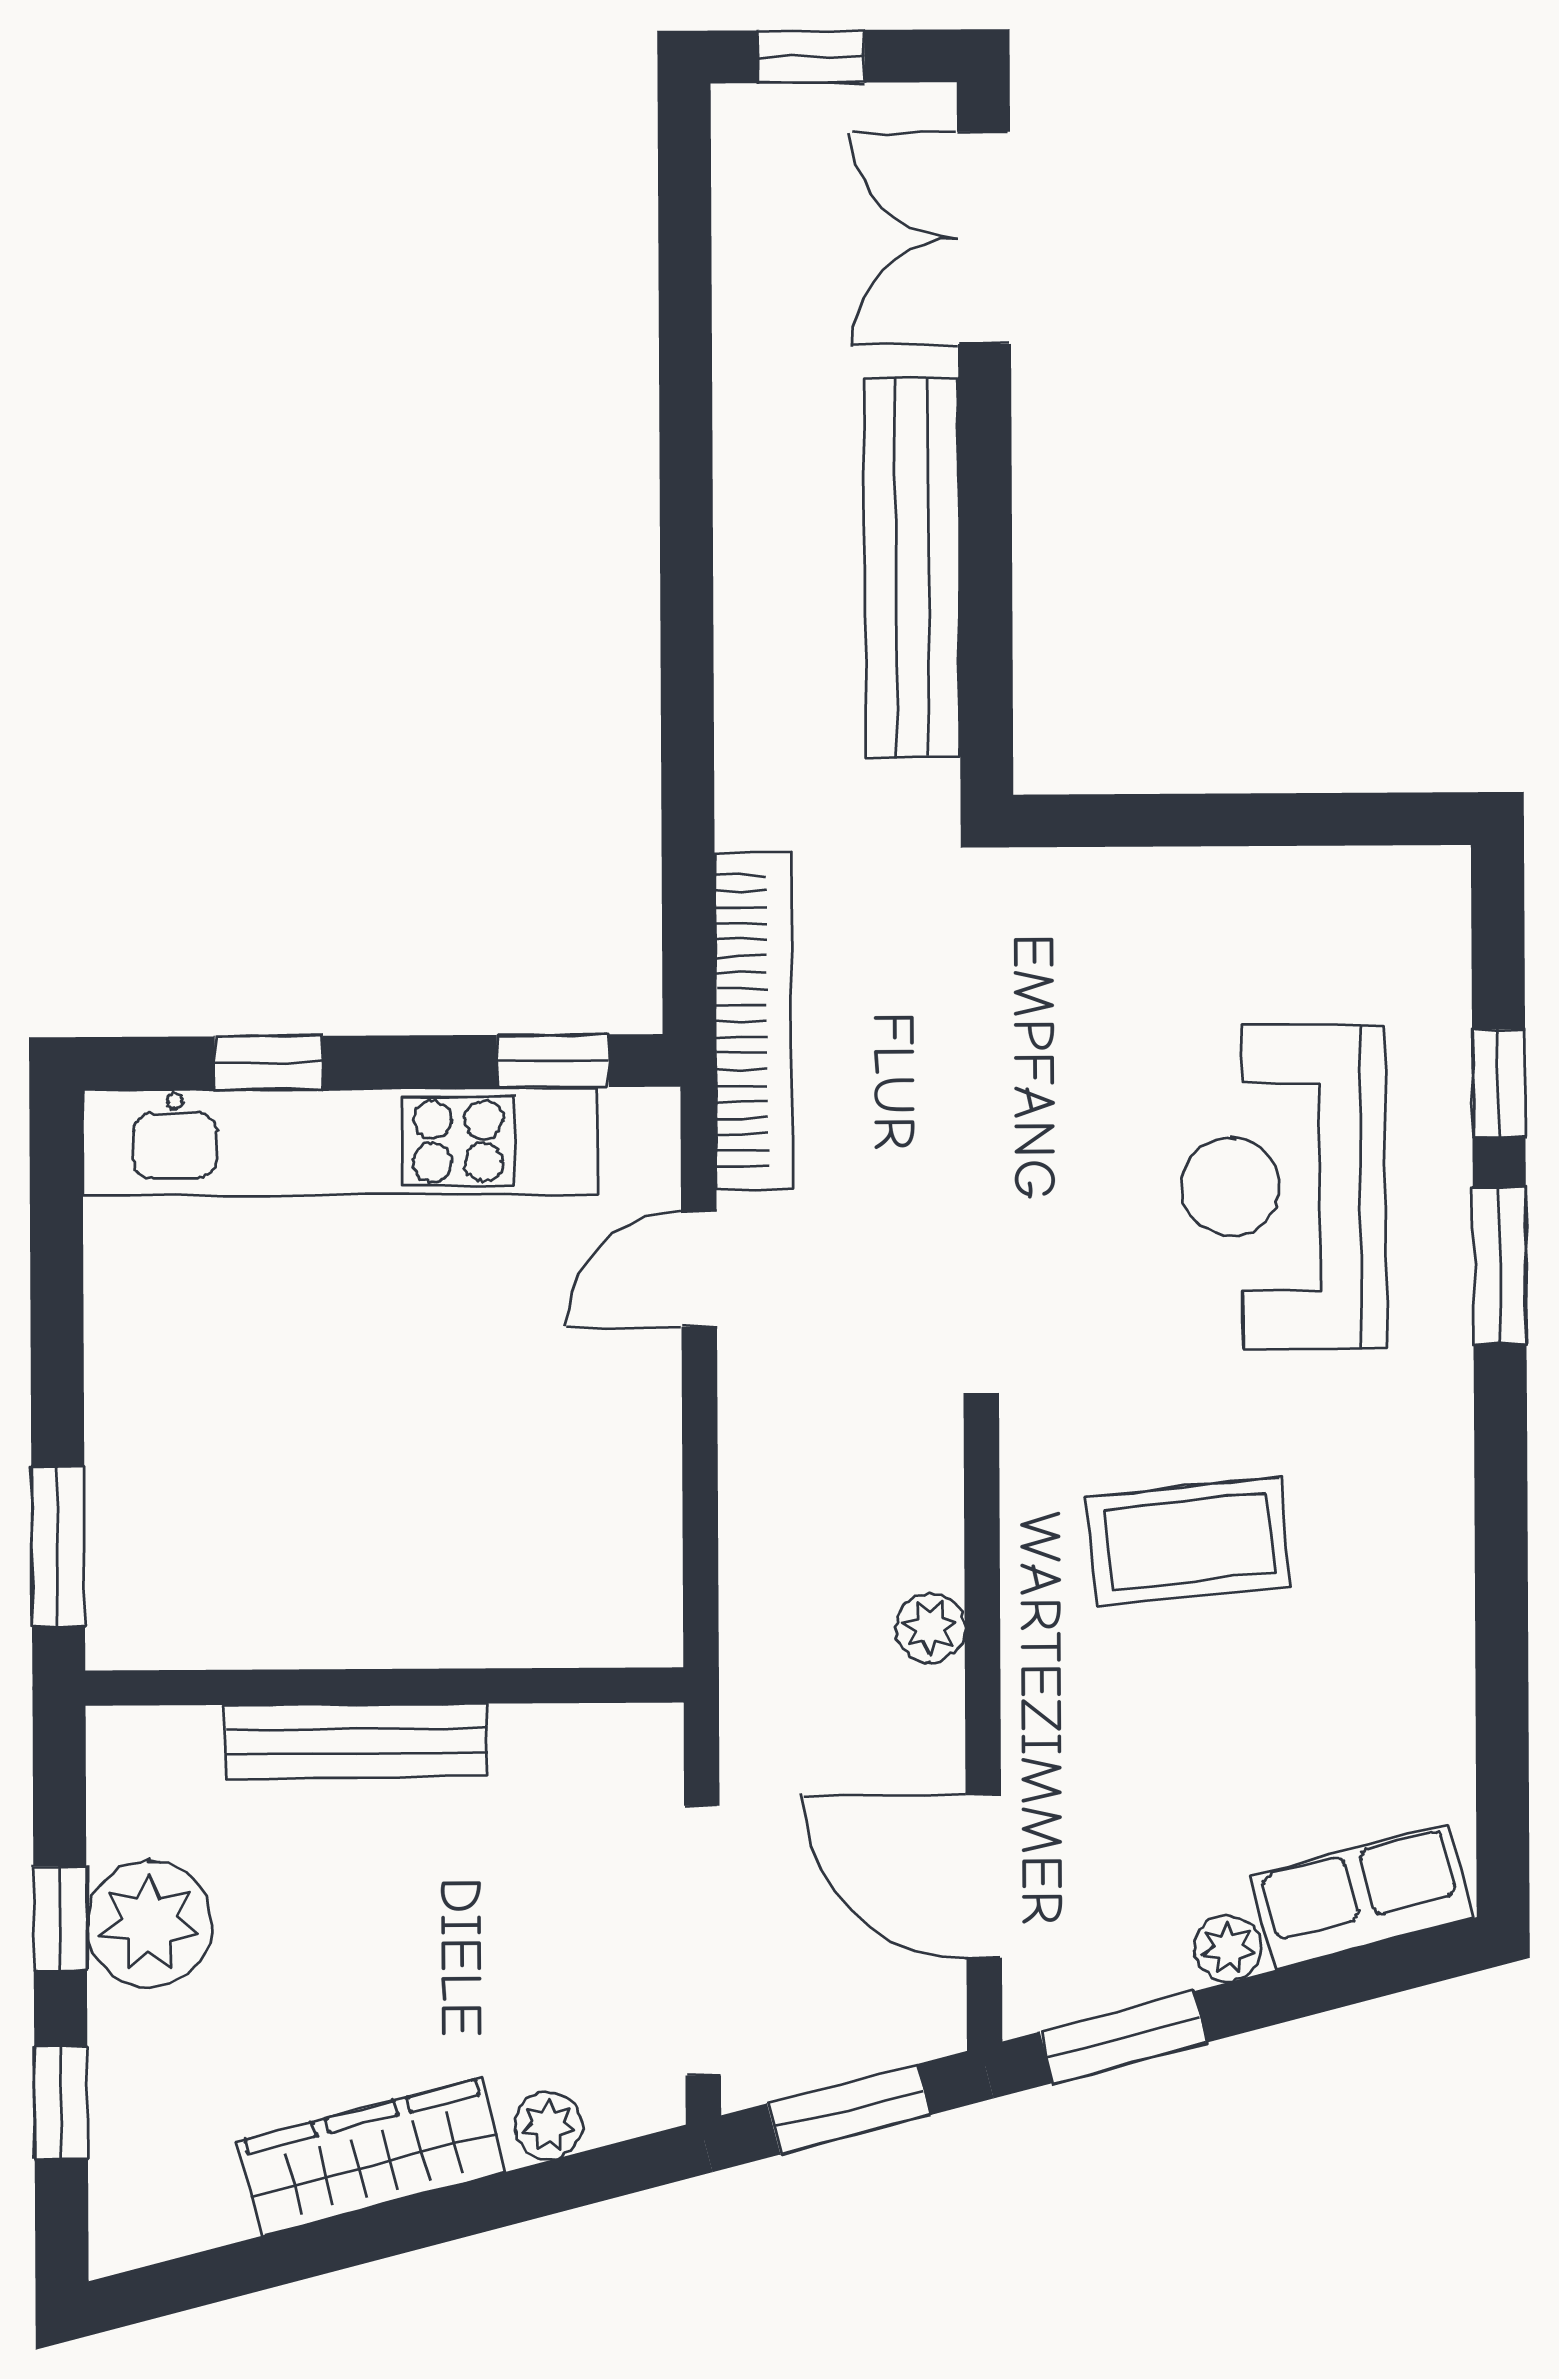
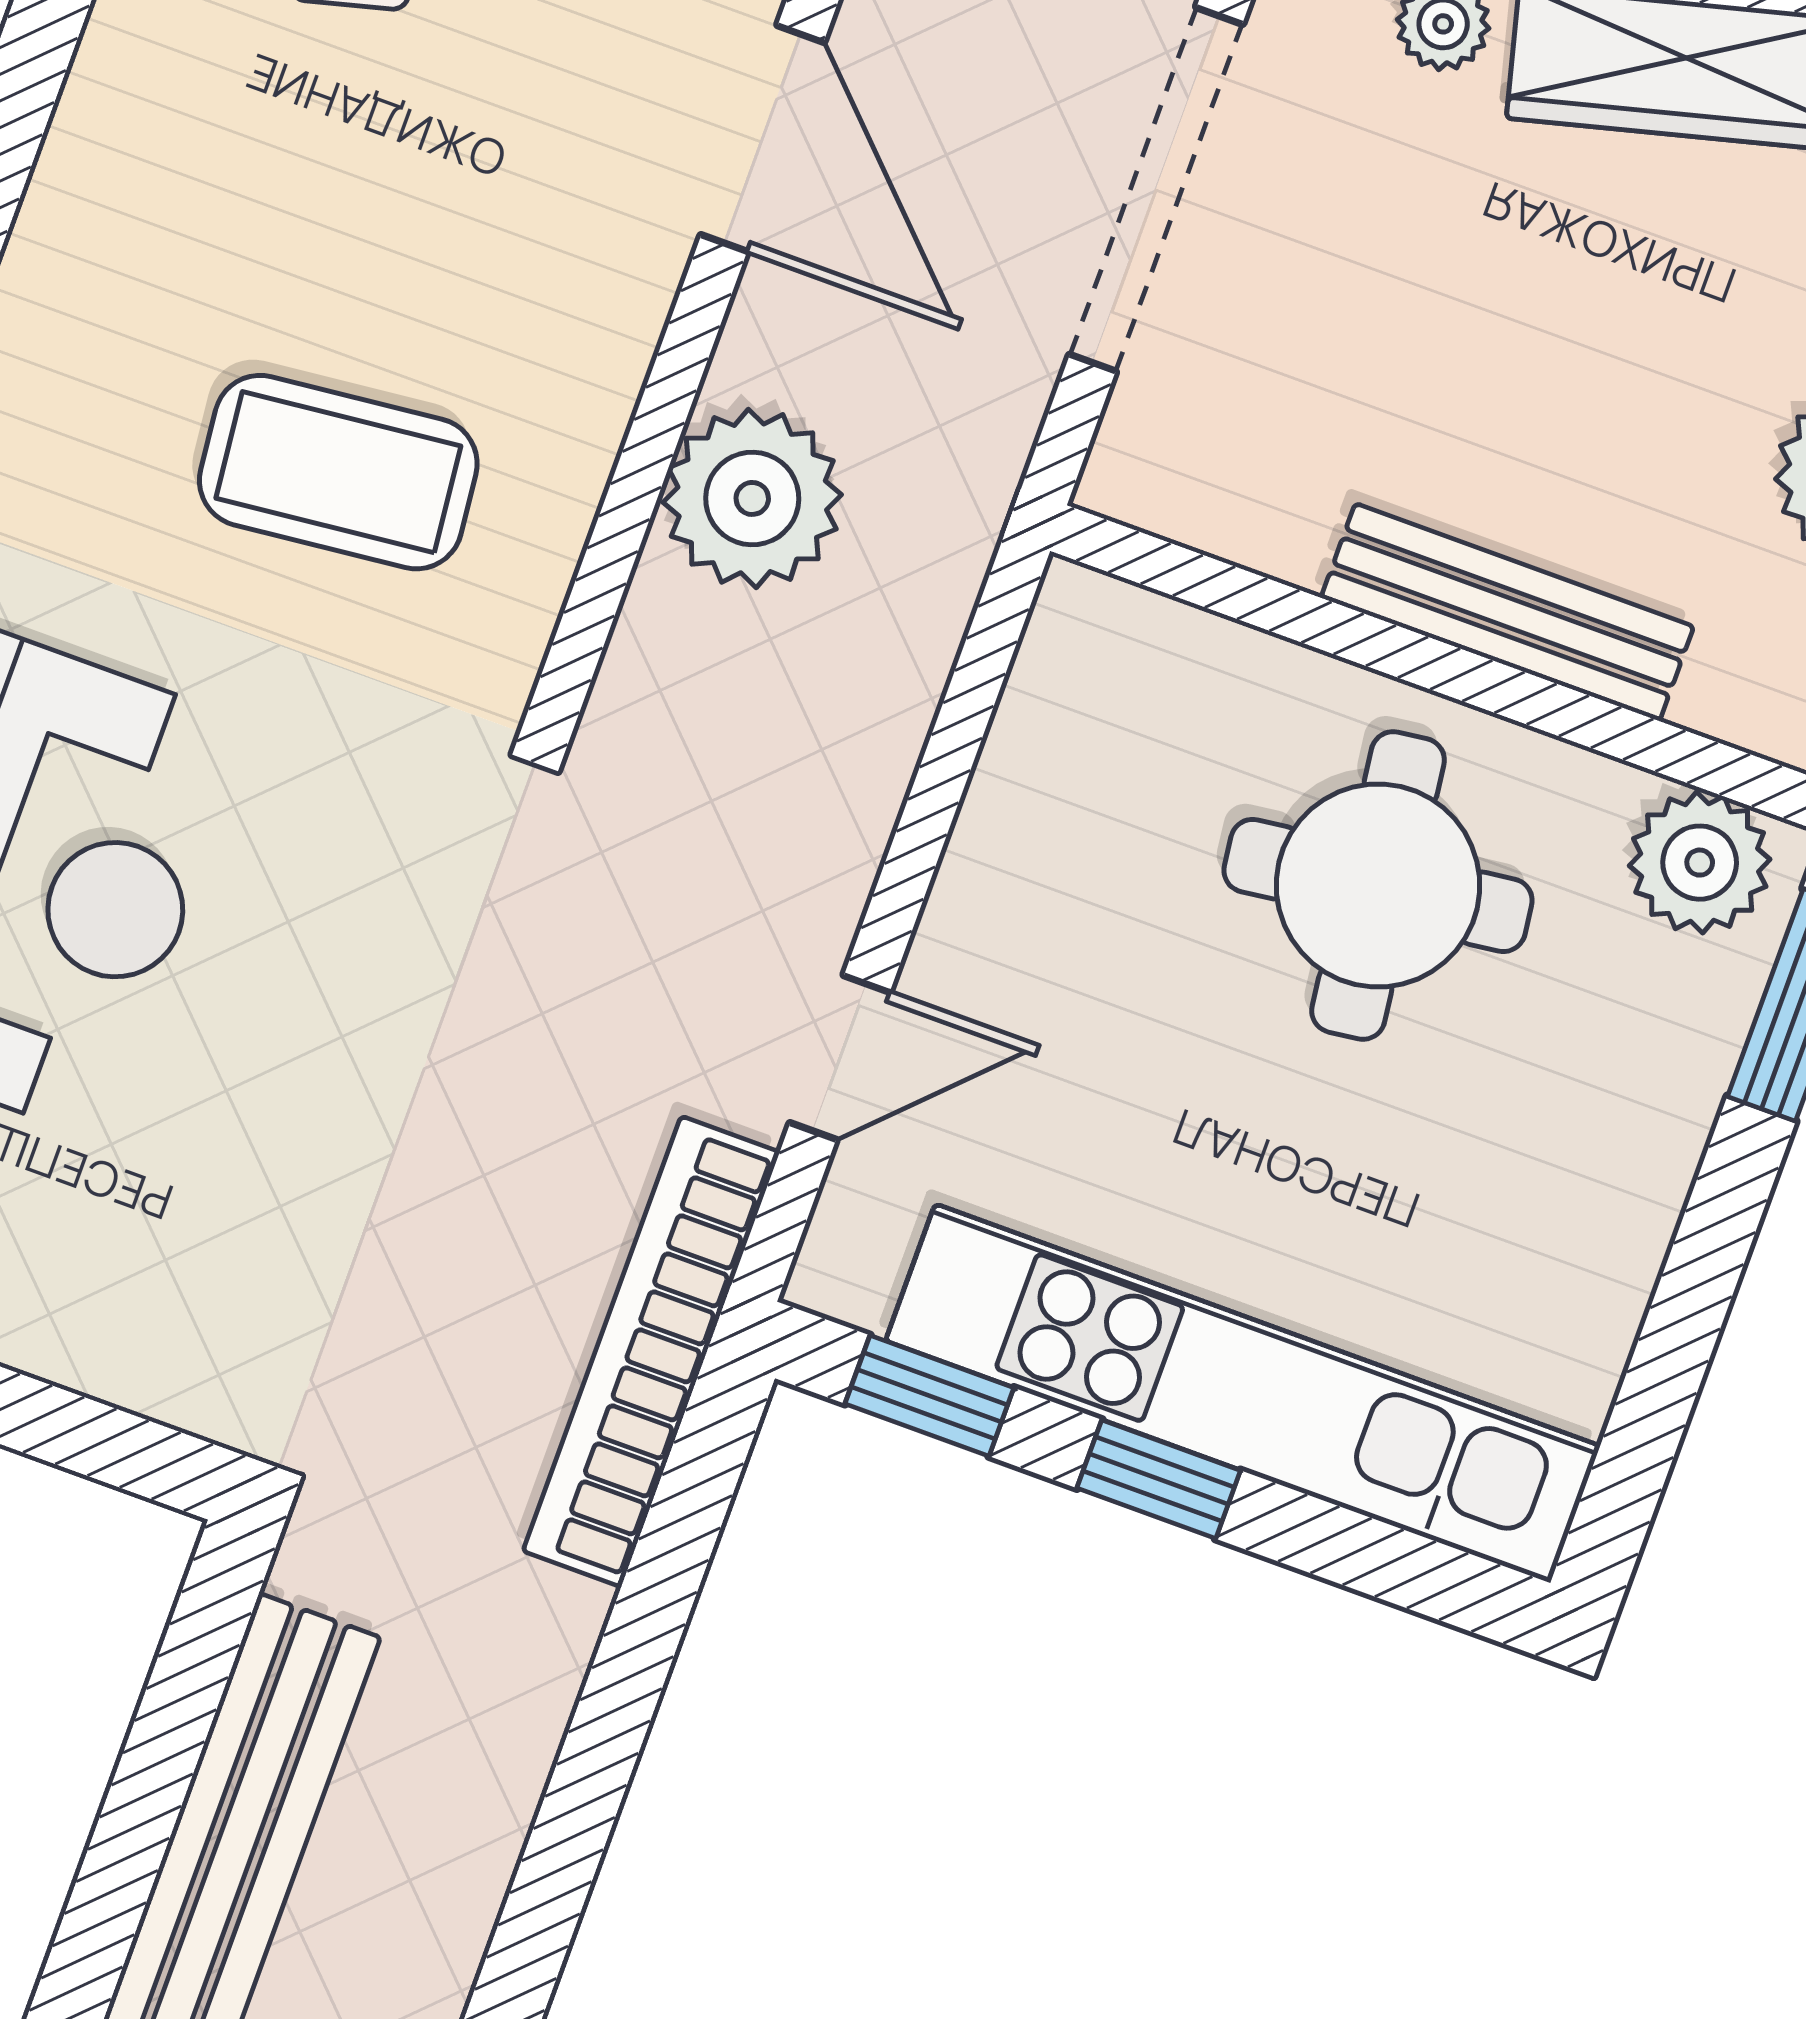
window: (269, 1062) -> (1159, 1479), moved
round table: (376, 1522) -> (1378, 885), added
plant: (162, 1619) -> (1700, 863), added
plant: (930, 1628) -> (752, 498), width x1.88, depth x1.88

